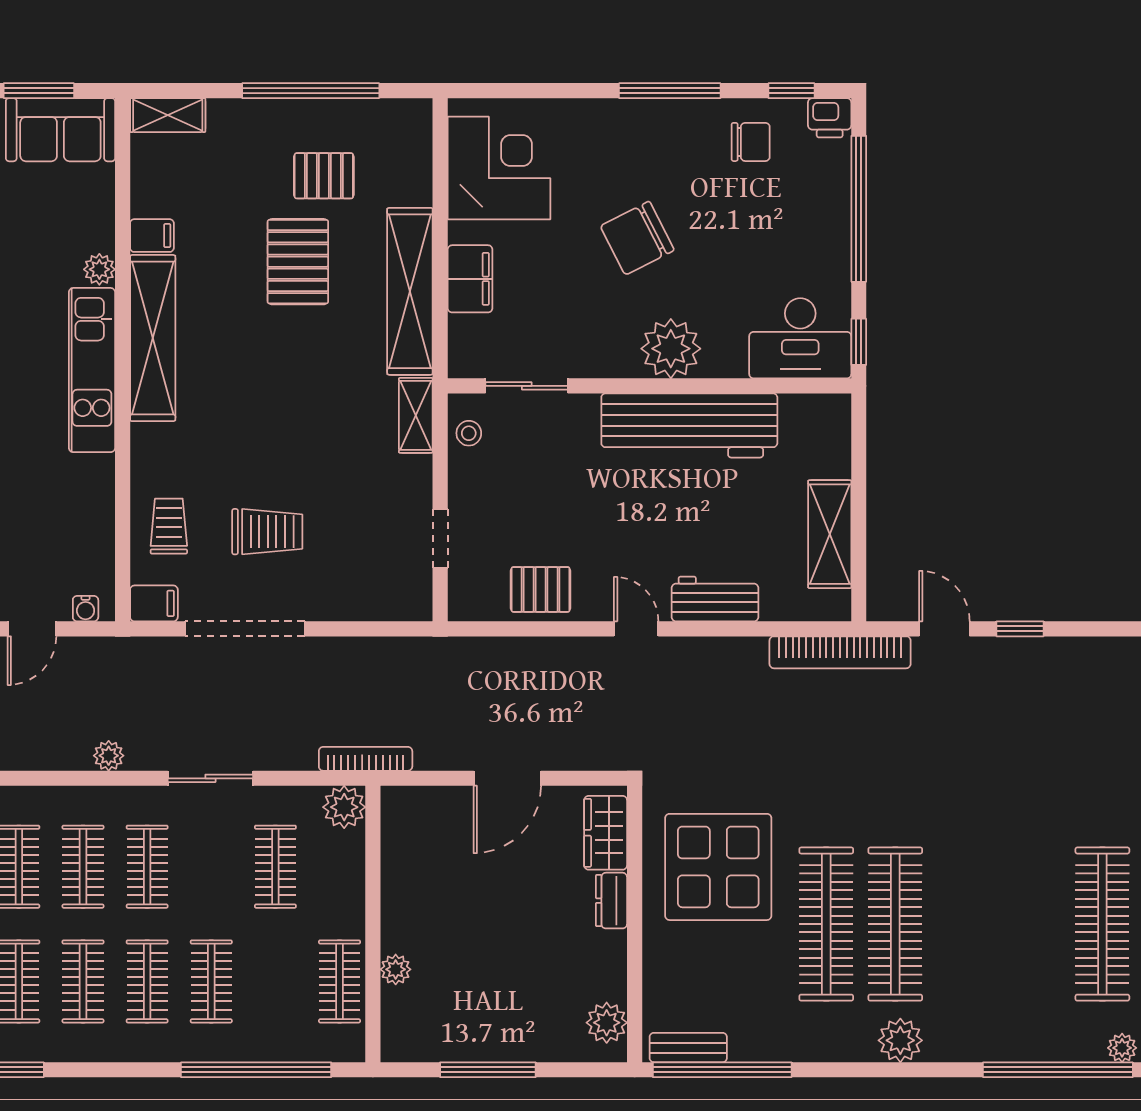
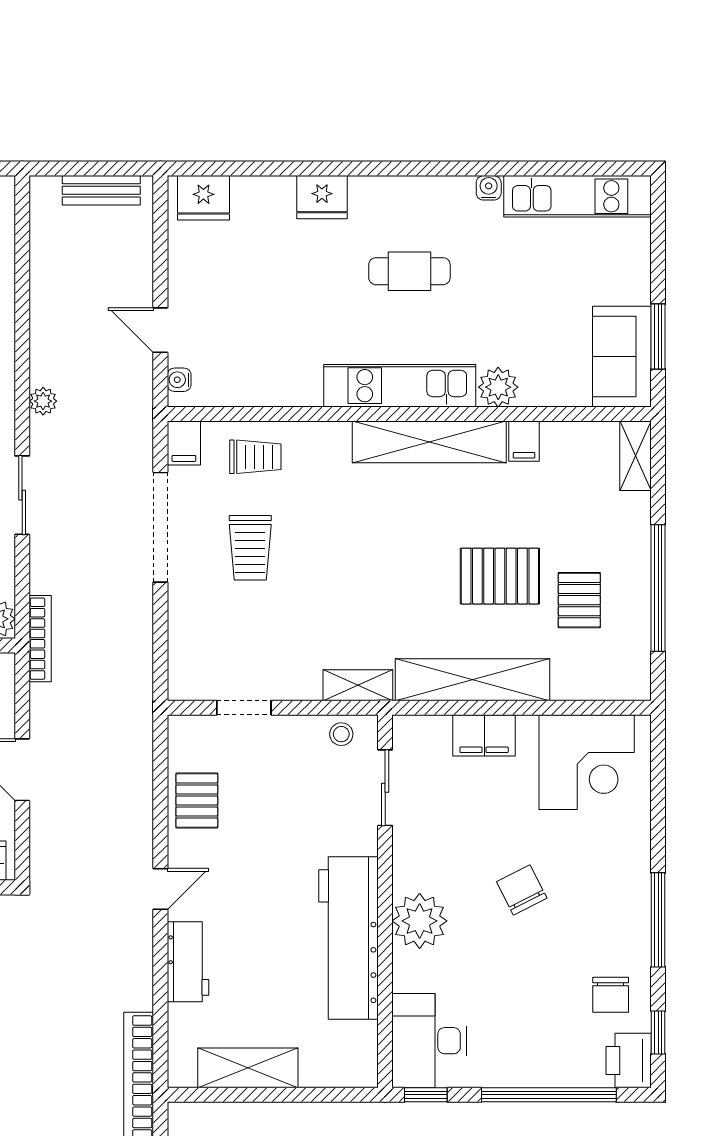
printer: (830, 118) -> (629, 1061), width x1.36, depth x1.24
chair: (637, 238) -> (522, 890), width x0.73, depth x0.73
plant: (99, 269) -> (498, 387), width x1.38, depth x1.38

